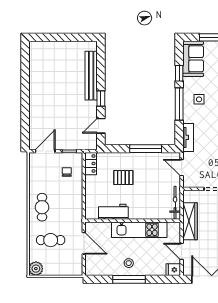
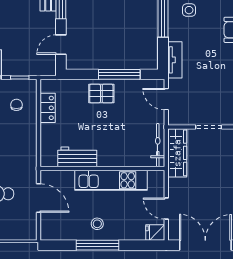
locker: (91, 164) -> (48, 108), moved
pallet: (123, 178) -> (101, 94), moved
wardrobe: (190, 221) -> (177, 153), moved

